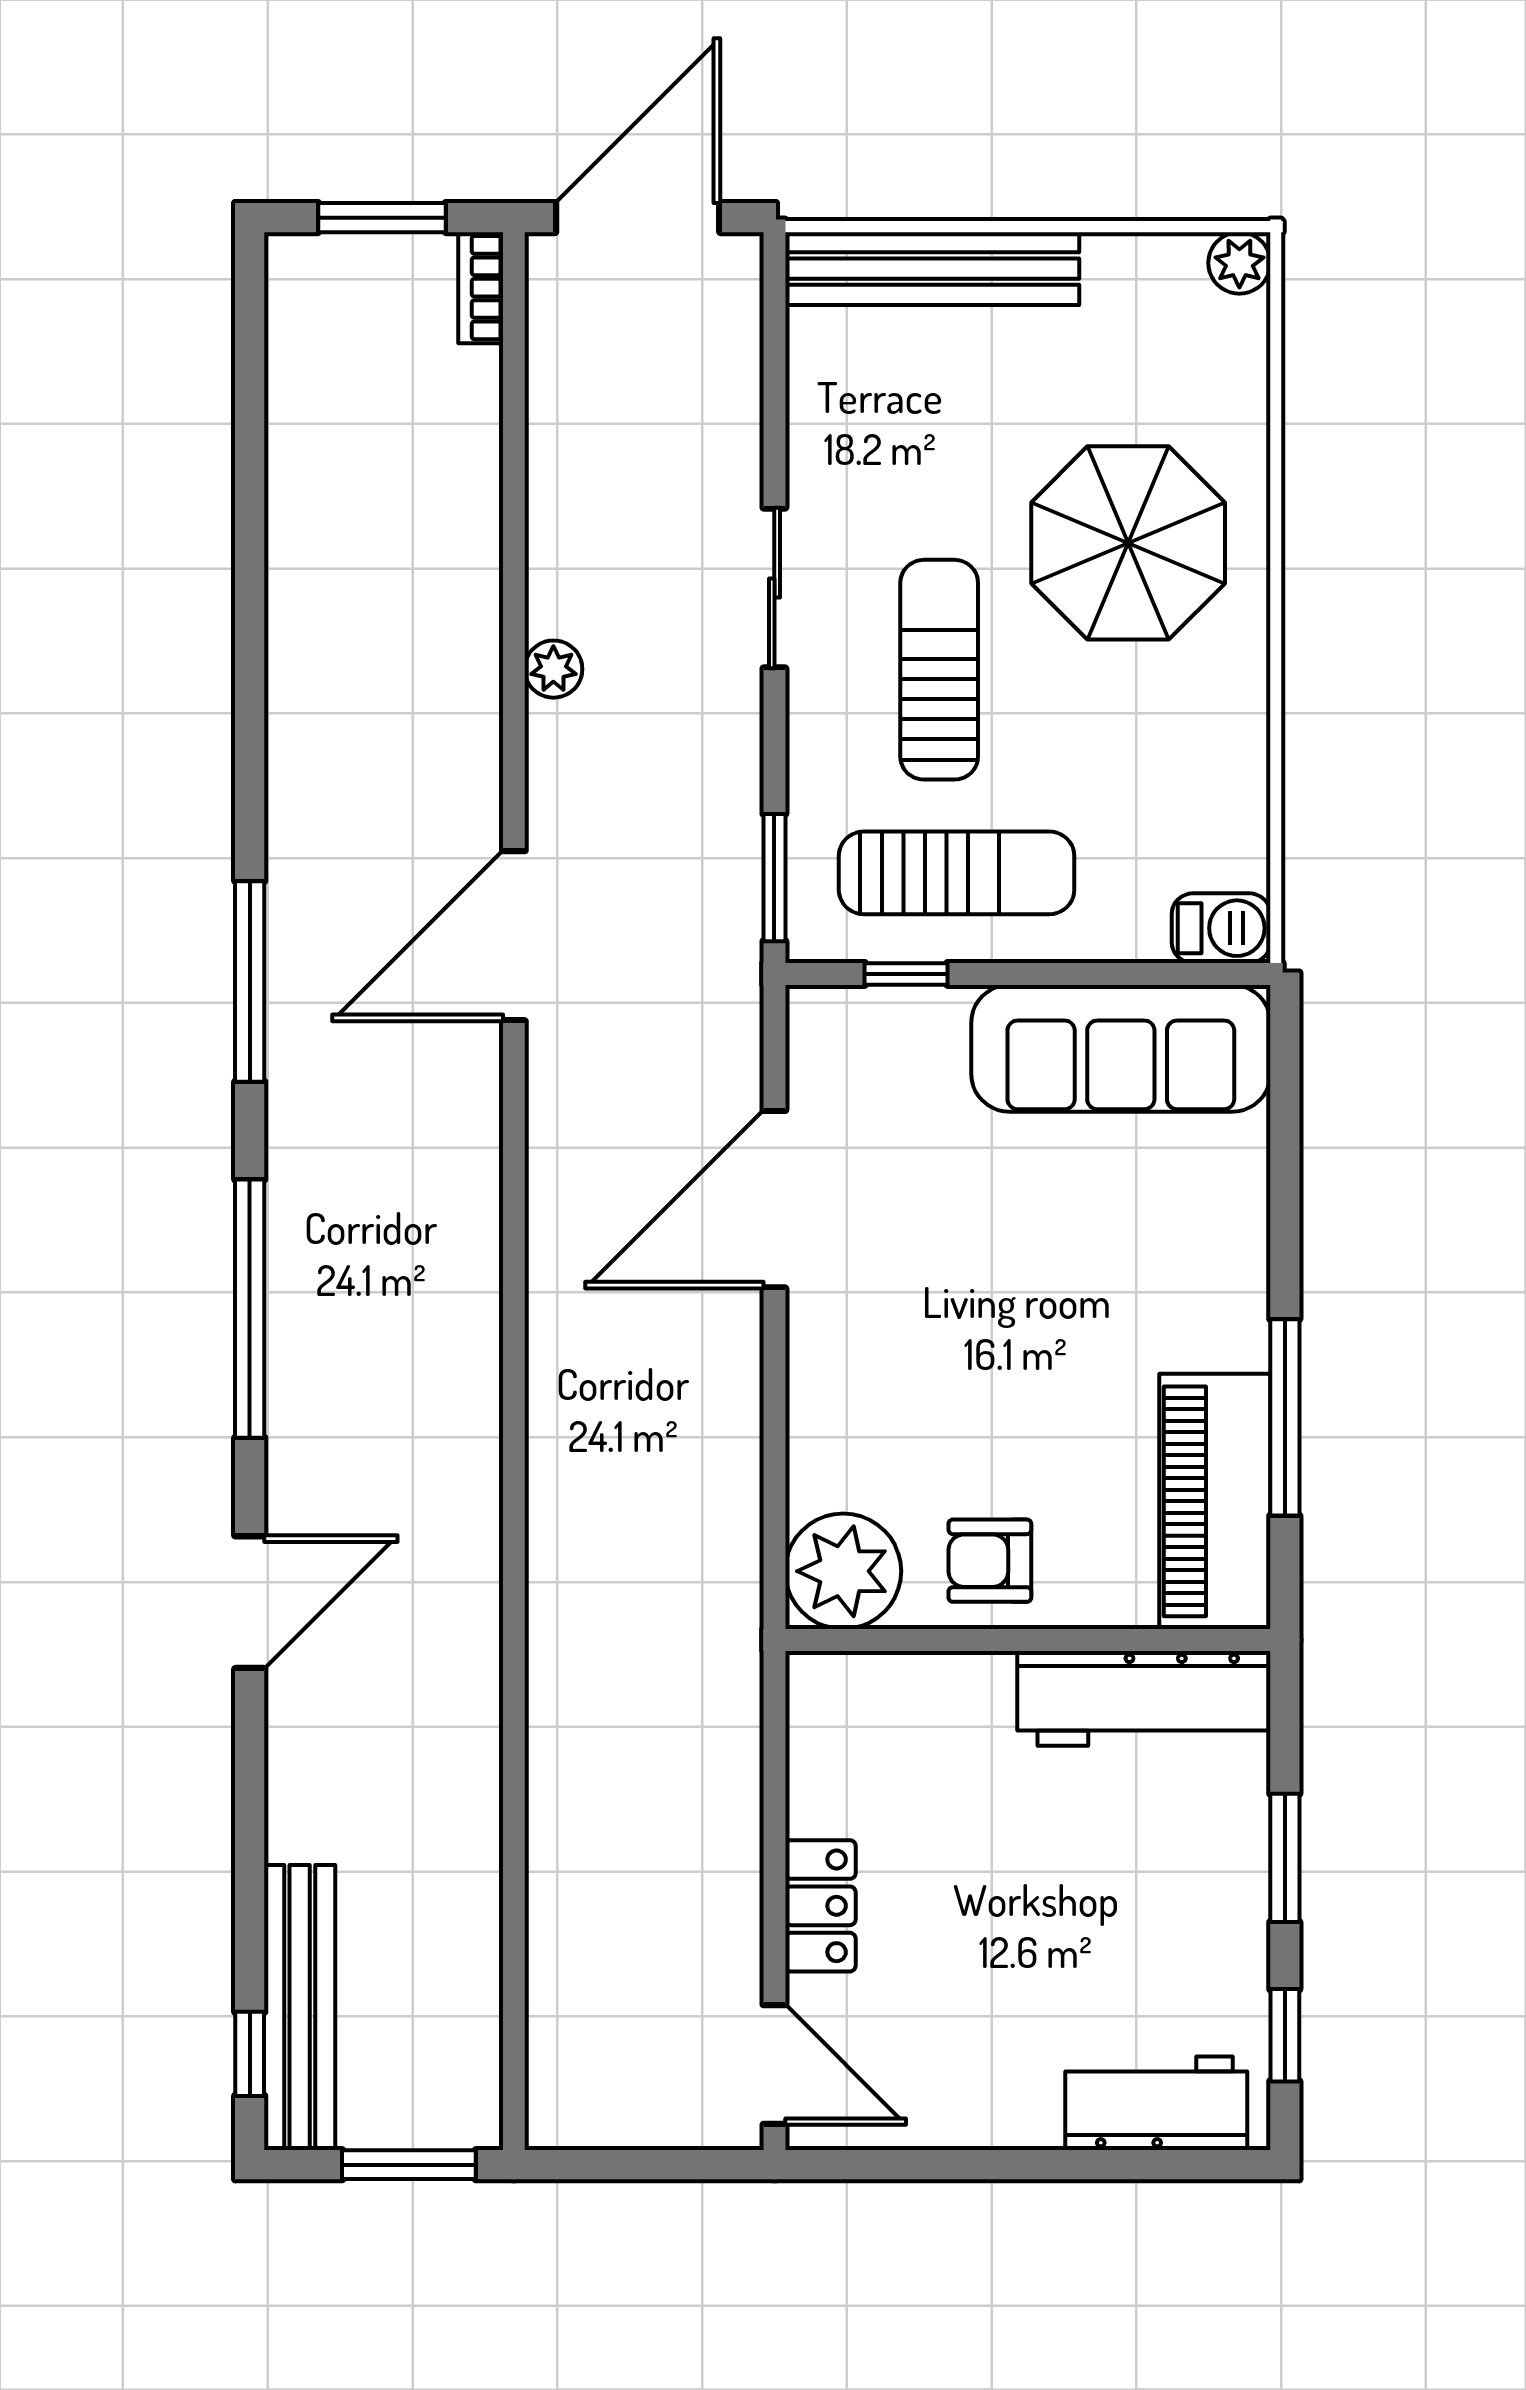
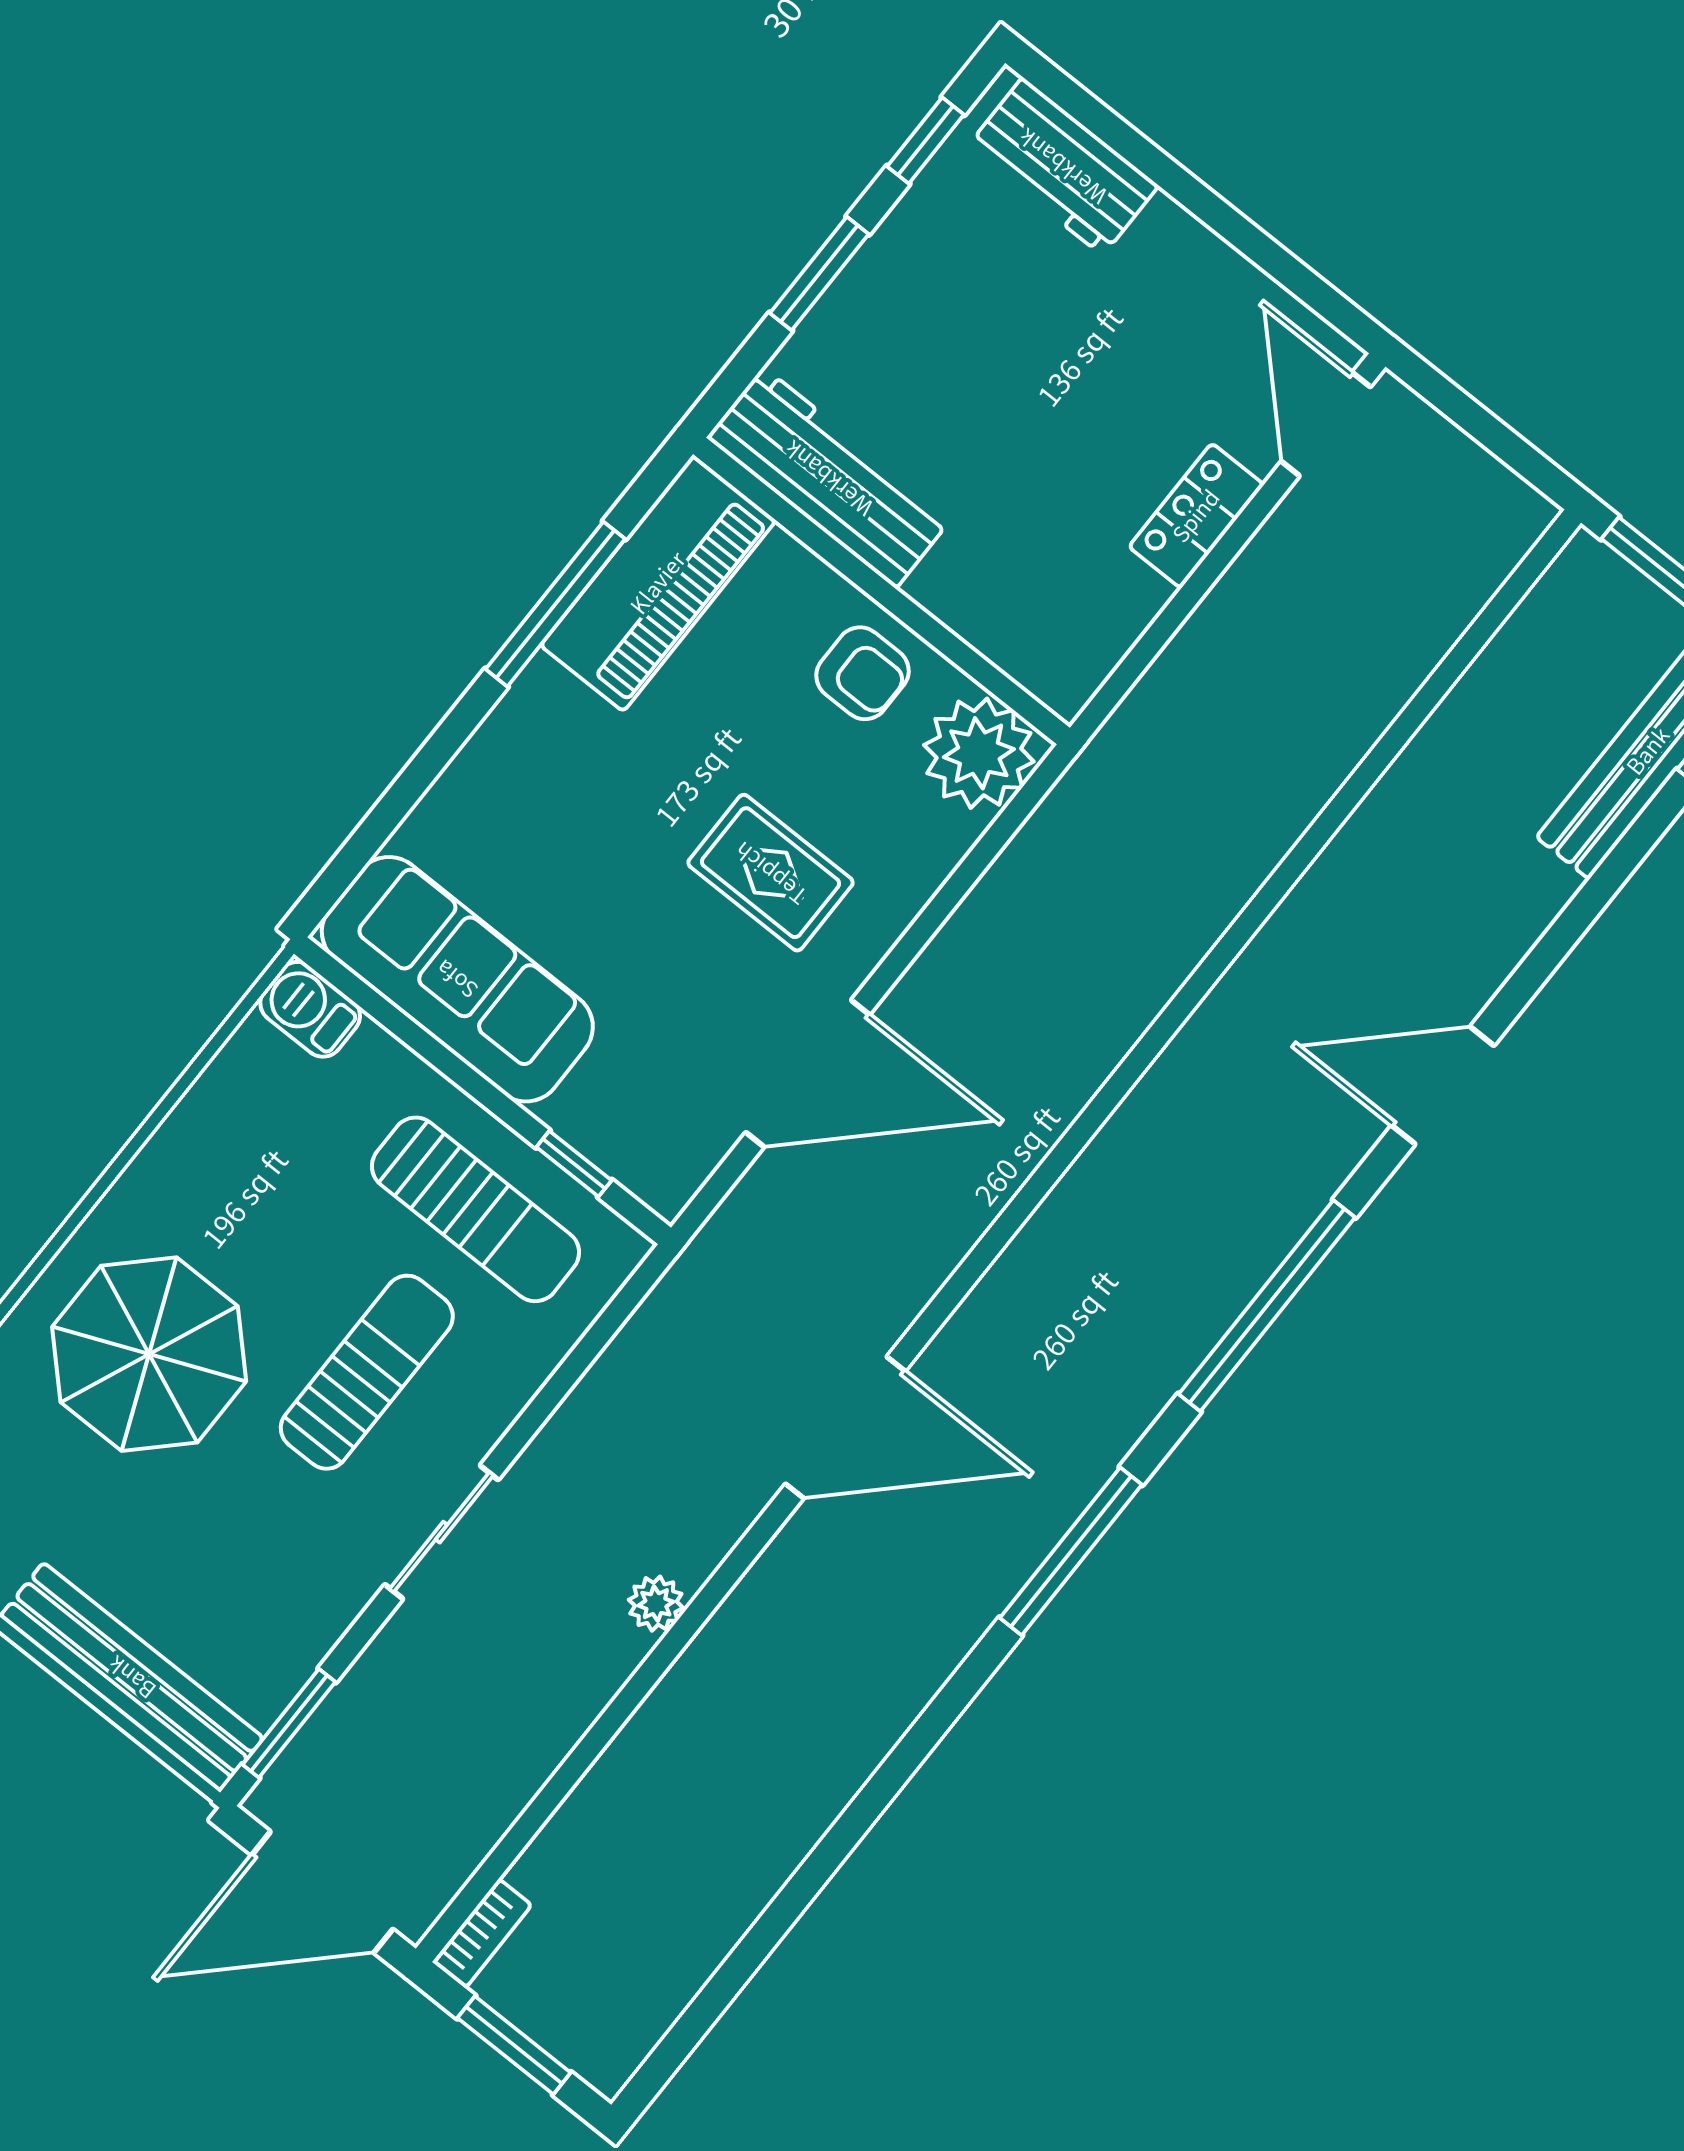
sun lounger: (939, 670) -> (367, 1372), turned 180
sun lounger: (957, 873) -> (475, 1209), turned 180
window: (774, 878) -> (289, 1723), moved
rug: (935, 1339) -> (771, 873), added

